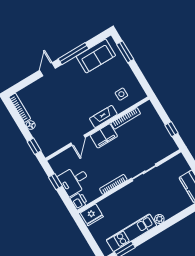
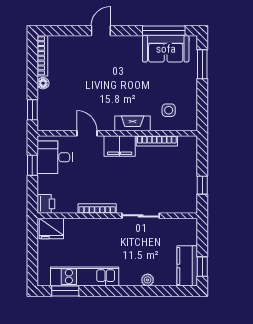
window: (74, 54) -> (164, 31), moved
door: (78, 140) -> (87, 133), swing flipped
desk: (74, 180) -> (55, 157), moved
plant: (159, 219) -> (148, 280), moved

